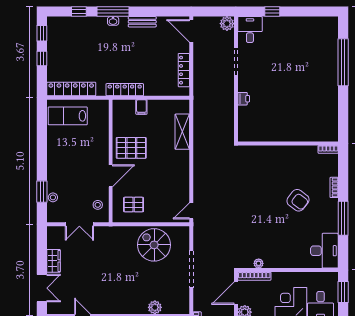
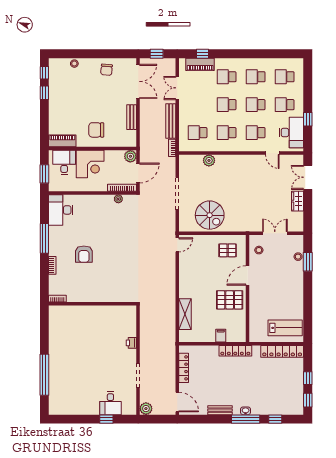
desk: (250, 30) -> (110, 403), moved
armchair: (298, 200) -> (84, 254), turned -127

